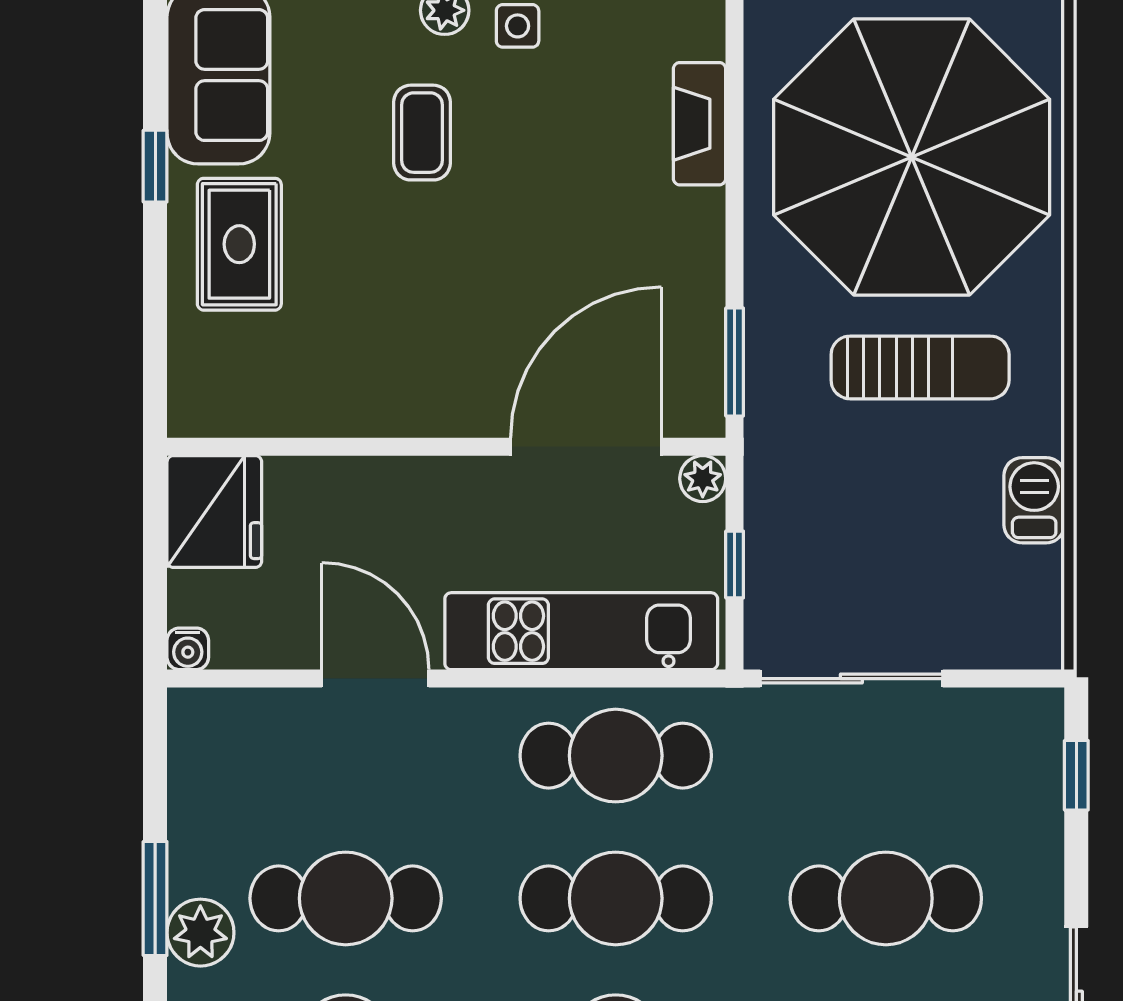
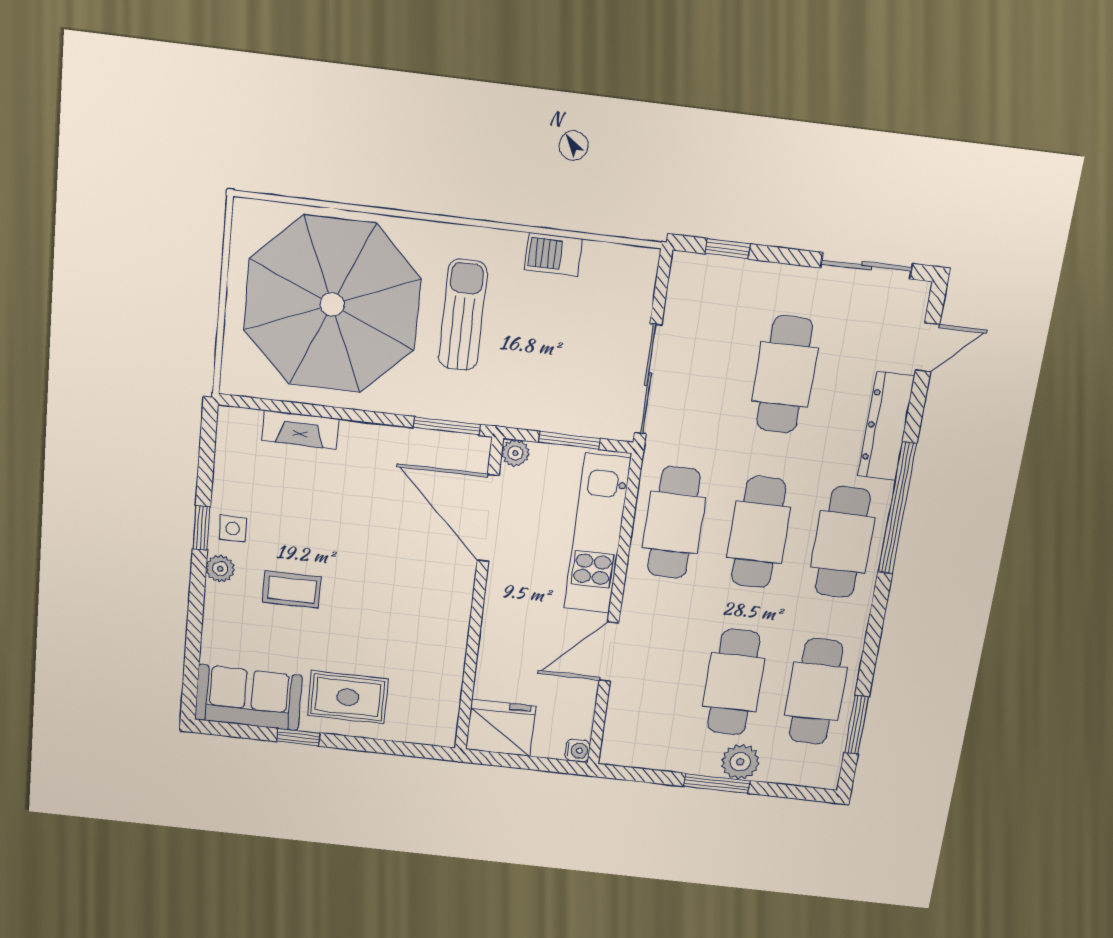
window: (735, 564) -> (569, 440), width x1.50

